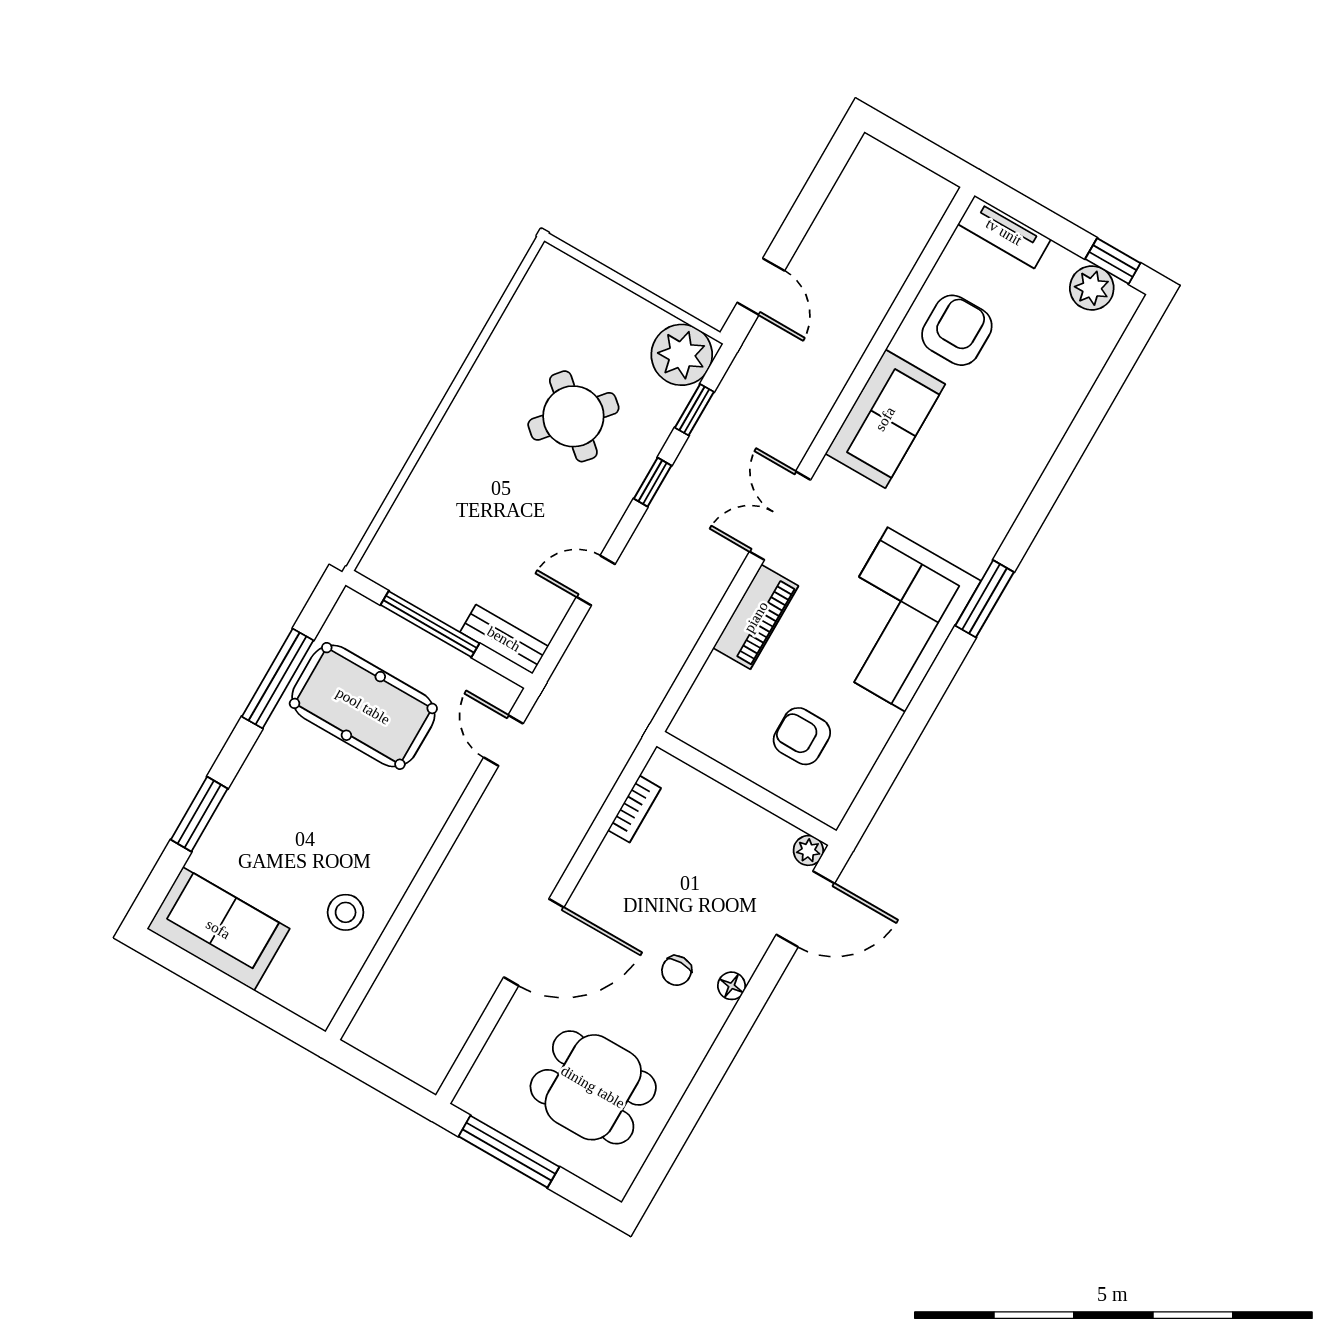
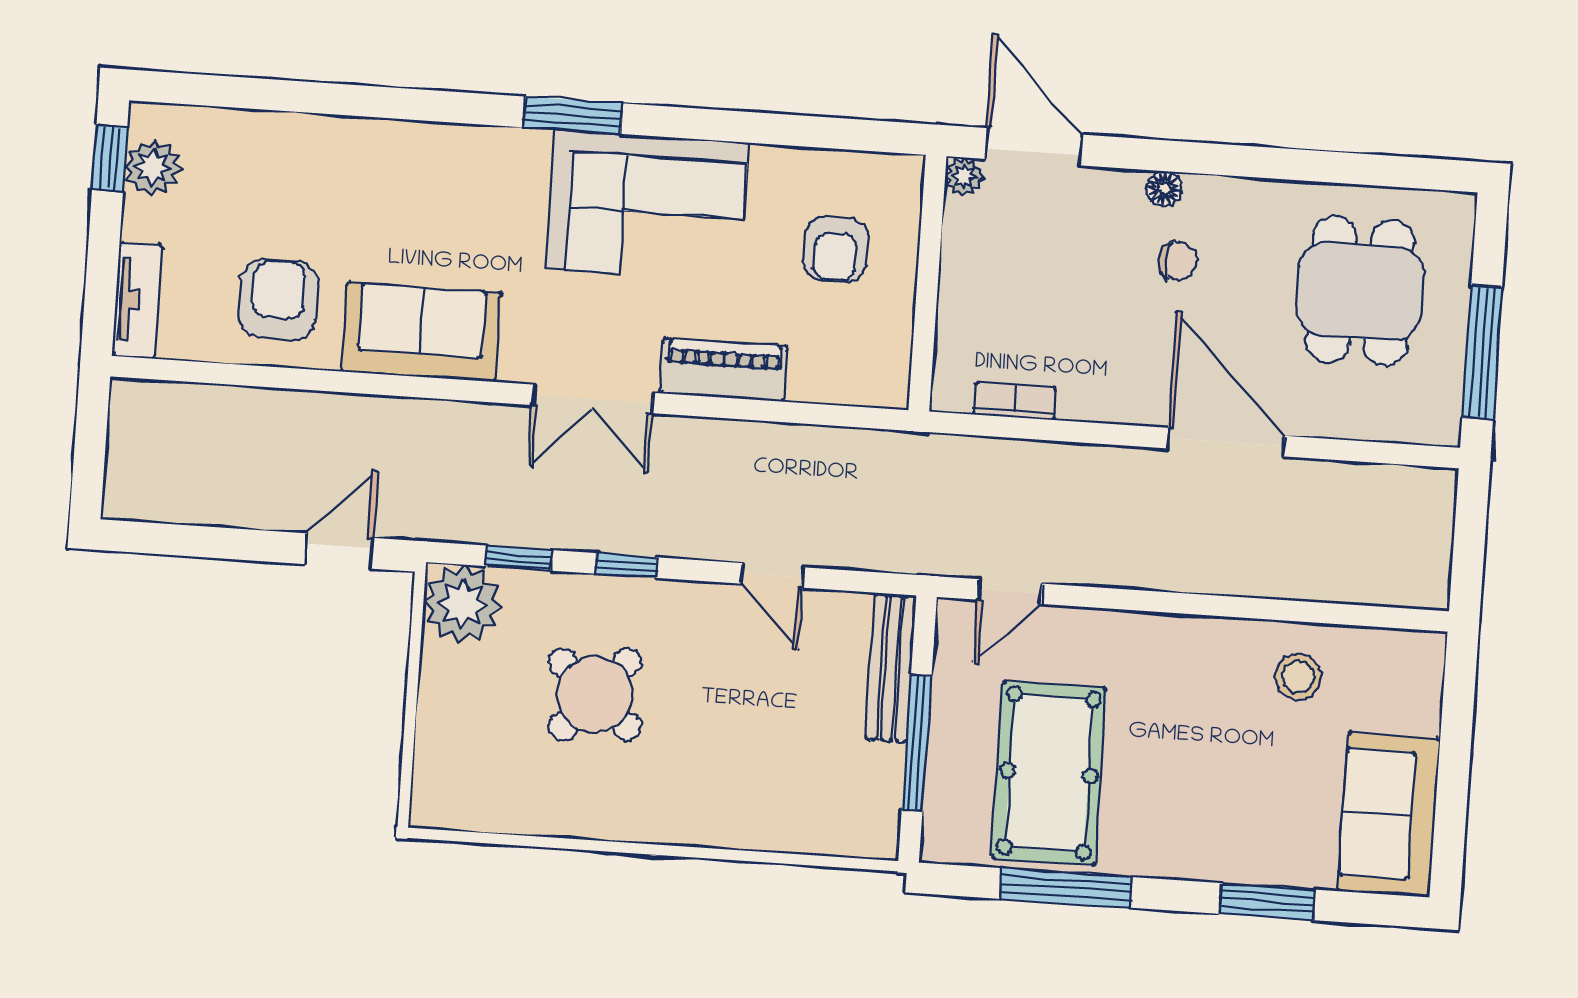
armchair: (957, 330) -> (278, 300), turned 90
bench: (504, 639) -> (891, 668), width x1.36

